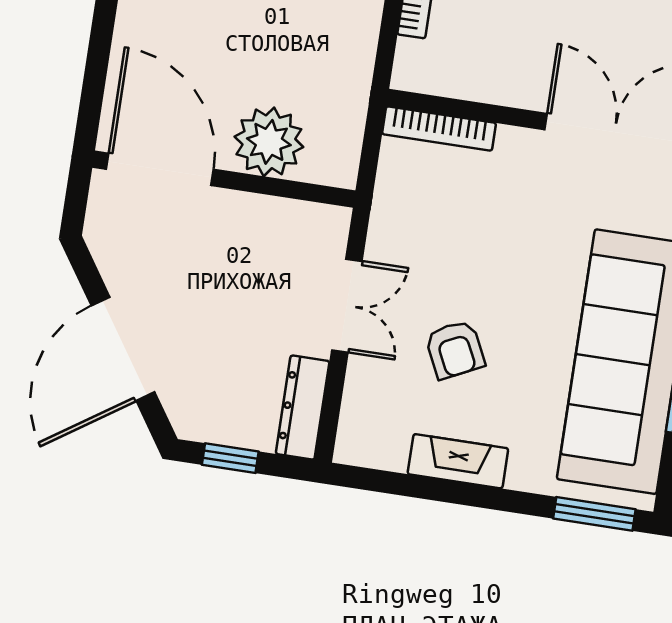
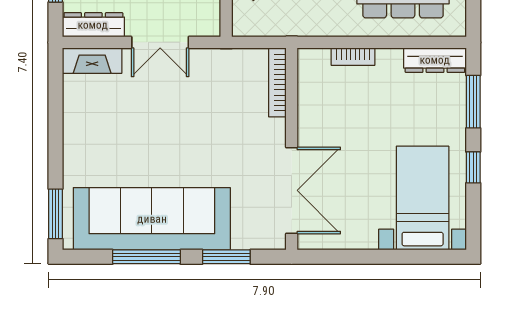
armchair: (455, 350) -> (143, 113), removed
fireplace: (458, 461) -> (92, 61), moved, turned 90

